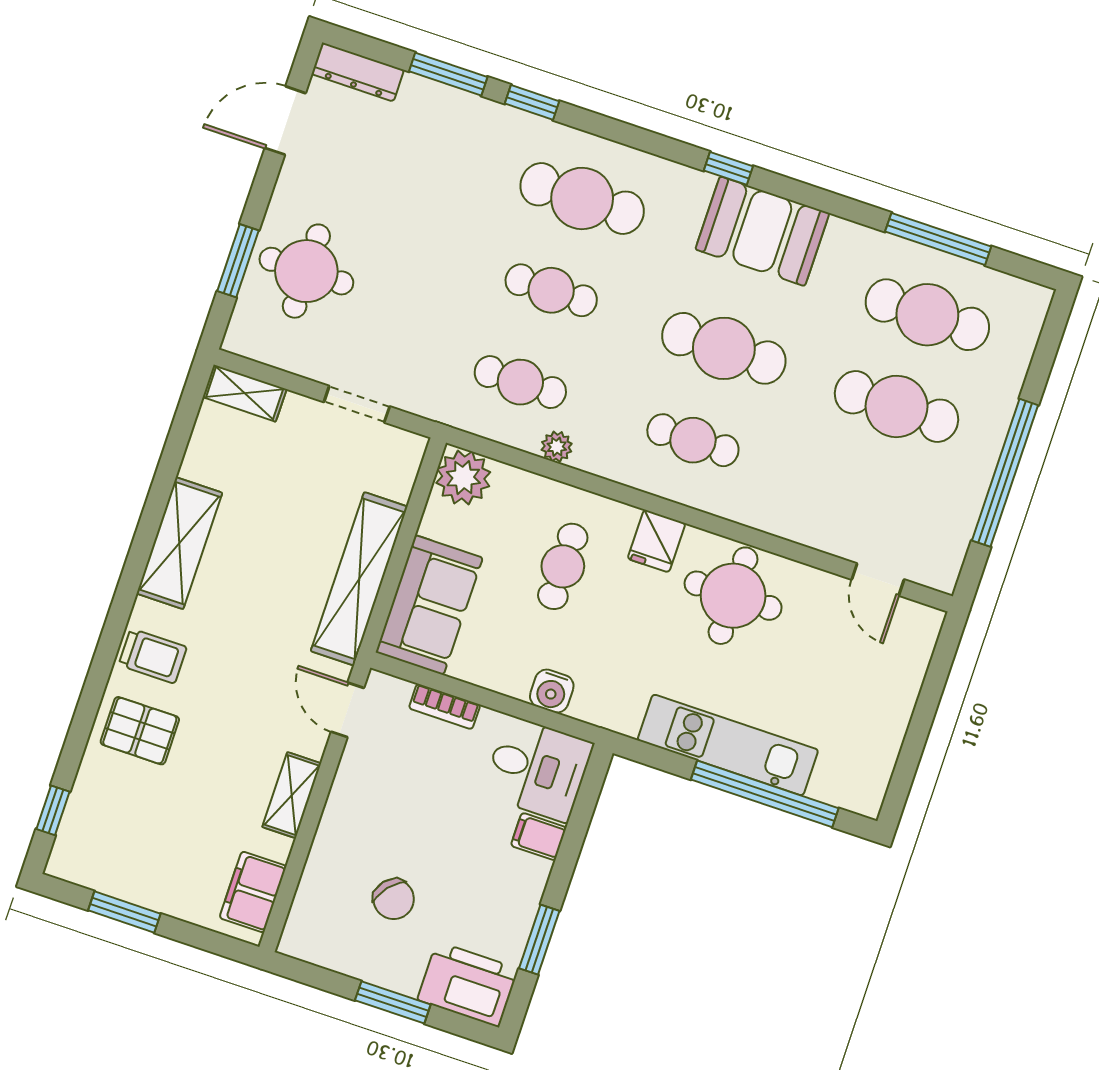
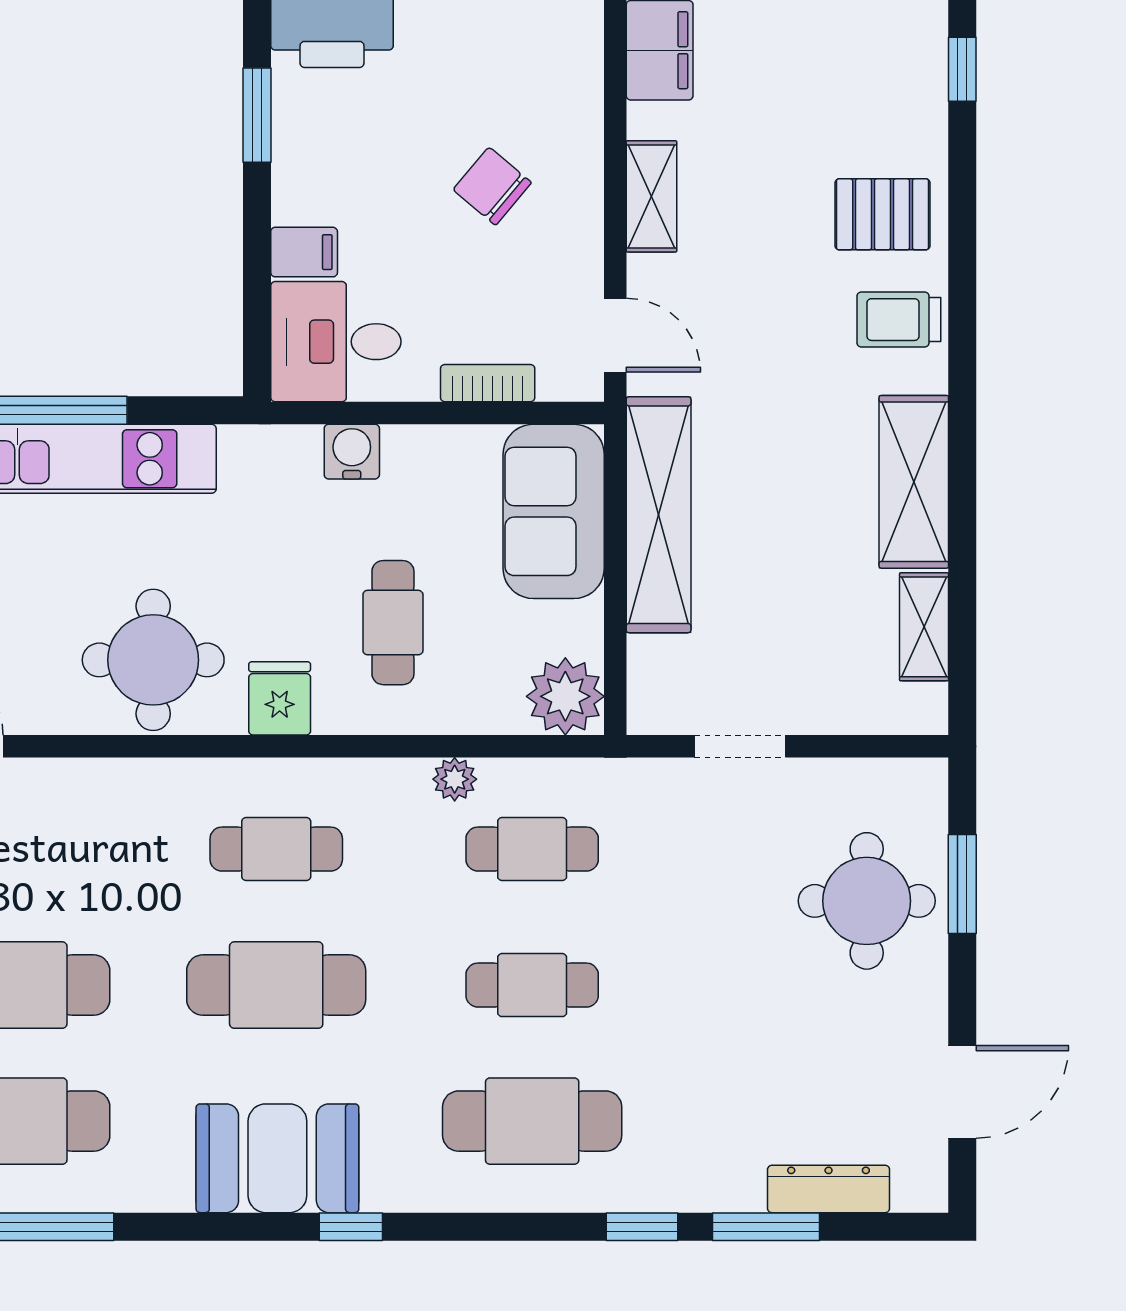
dresser: (358, 72) -> (829, 1189), moved
shelving: (245, 393) -> (924, 627), moved, turned 90
chair: (394, 899) -> (492, 186), moved

